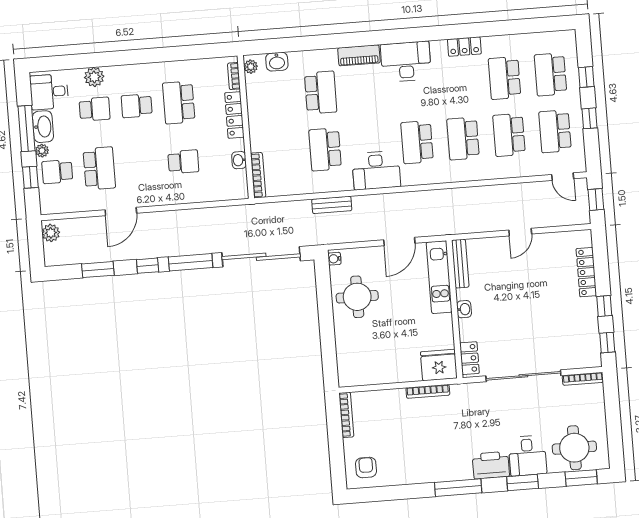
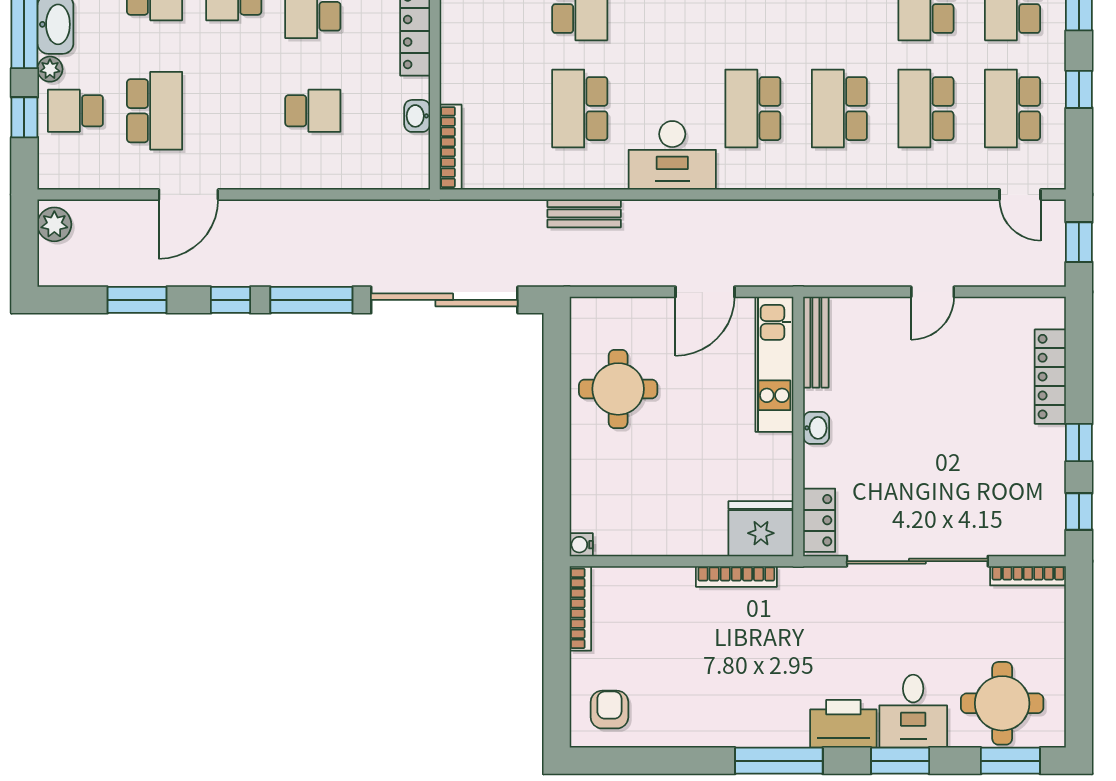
water cooler: (334, 259) -> (581, 545), moved

